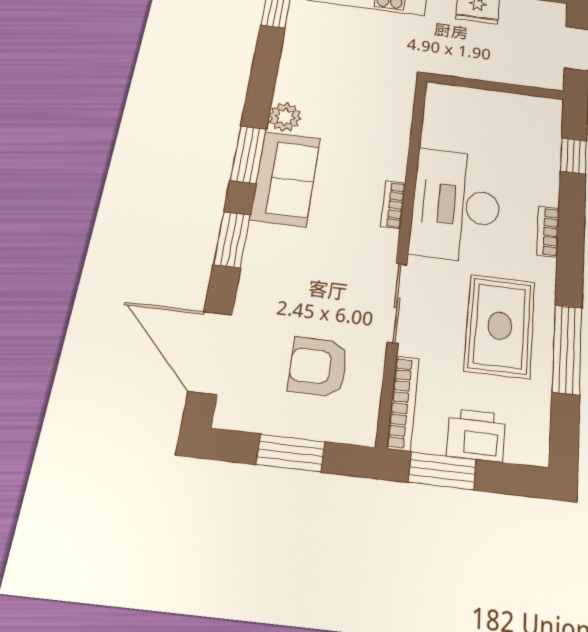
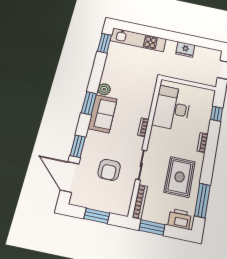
desk: (456, 205) -> (172, 108), moved
window: (232, 240) -> (78, 146), moved
window: (567, 349) -> (202, 200), moved
armchair: (318, 367) -> (109, 170), moved, turned -90
printer: (476, 435) -> (180, 219), moved

